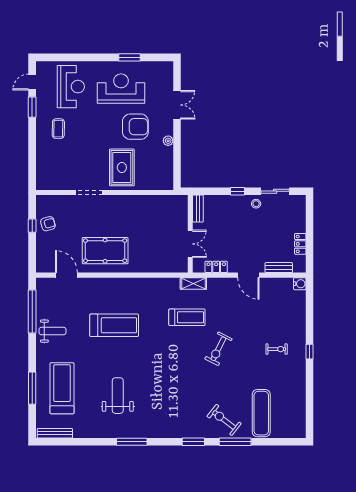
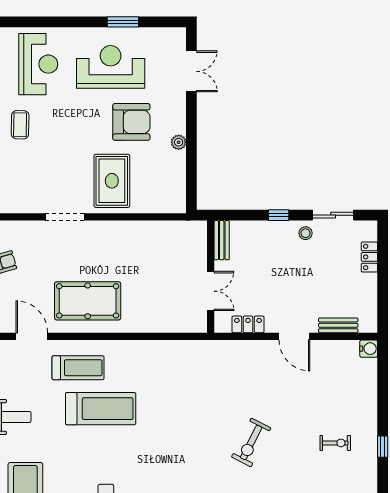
double door: (177, 105) -> (191, 71), moved
locker: (300, 244) -> (369, 257), moved
shelving: (193, 283) -> (215, 348), removed
treadmill: (187, 317) -> (78, 368), moved

